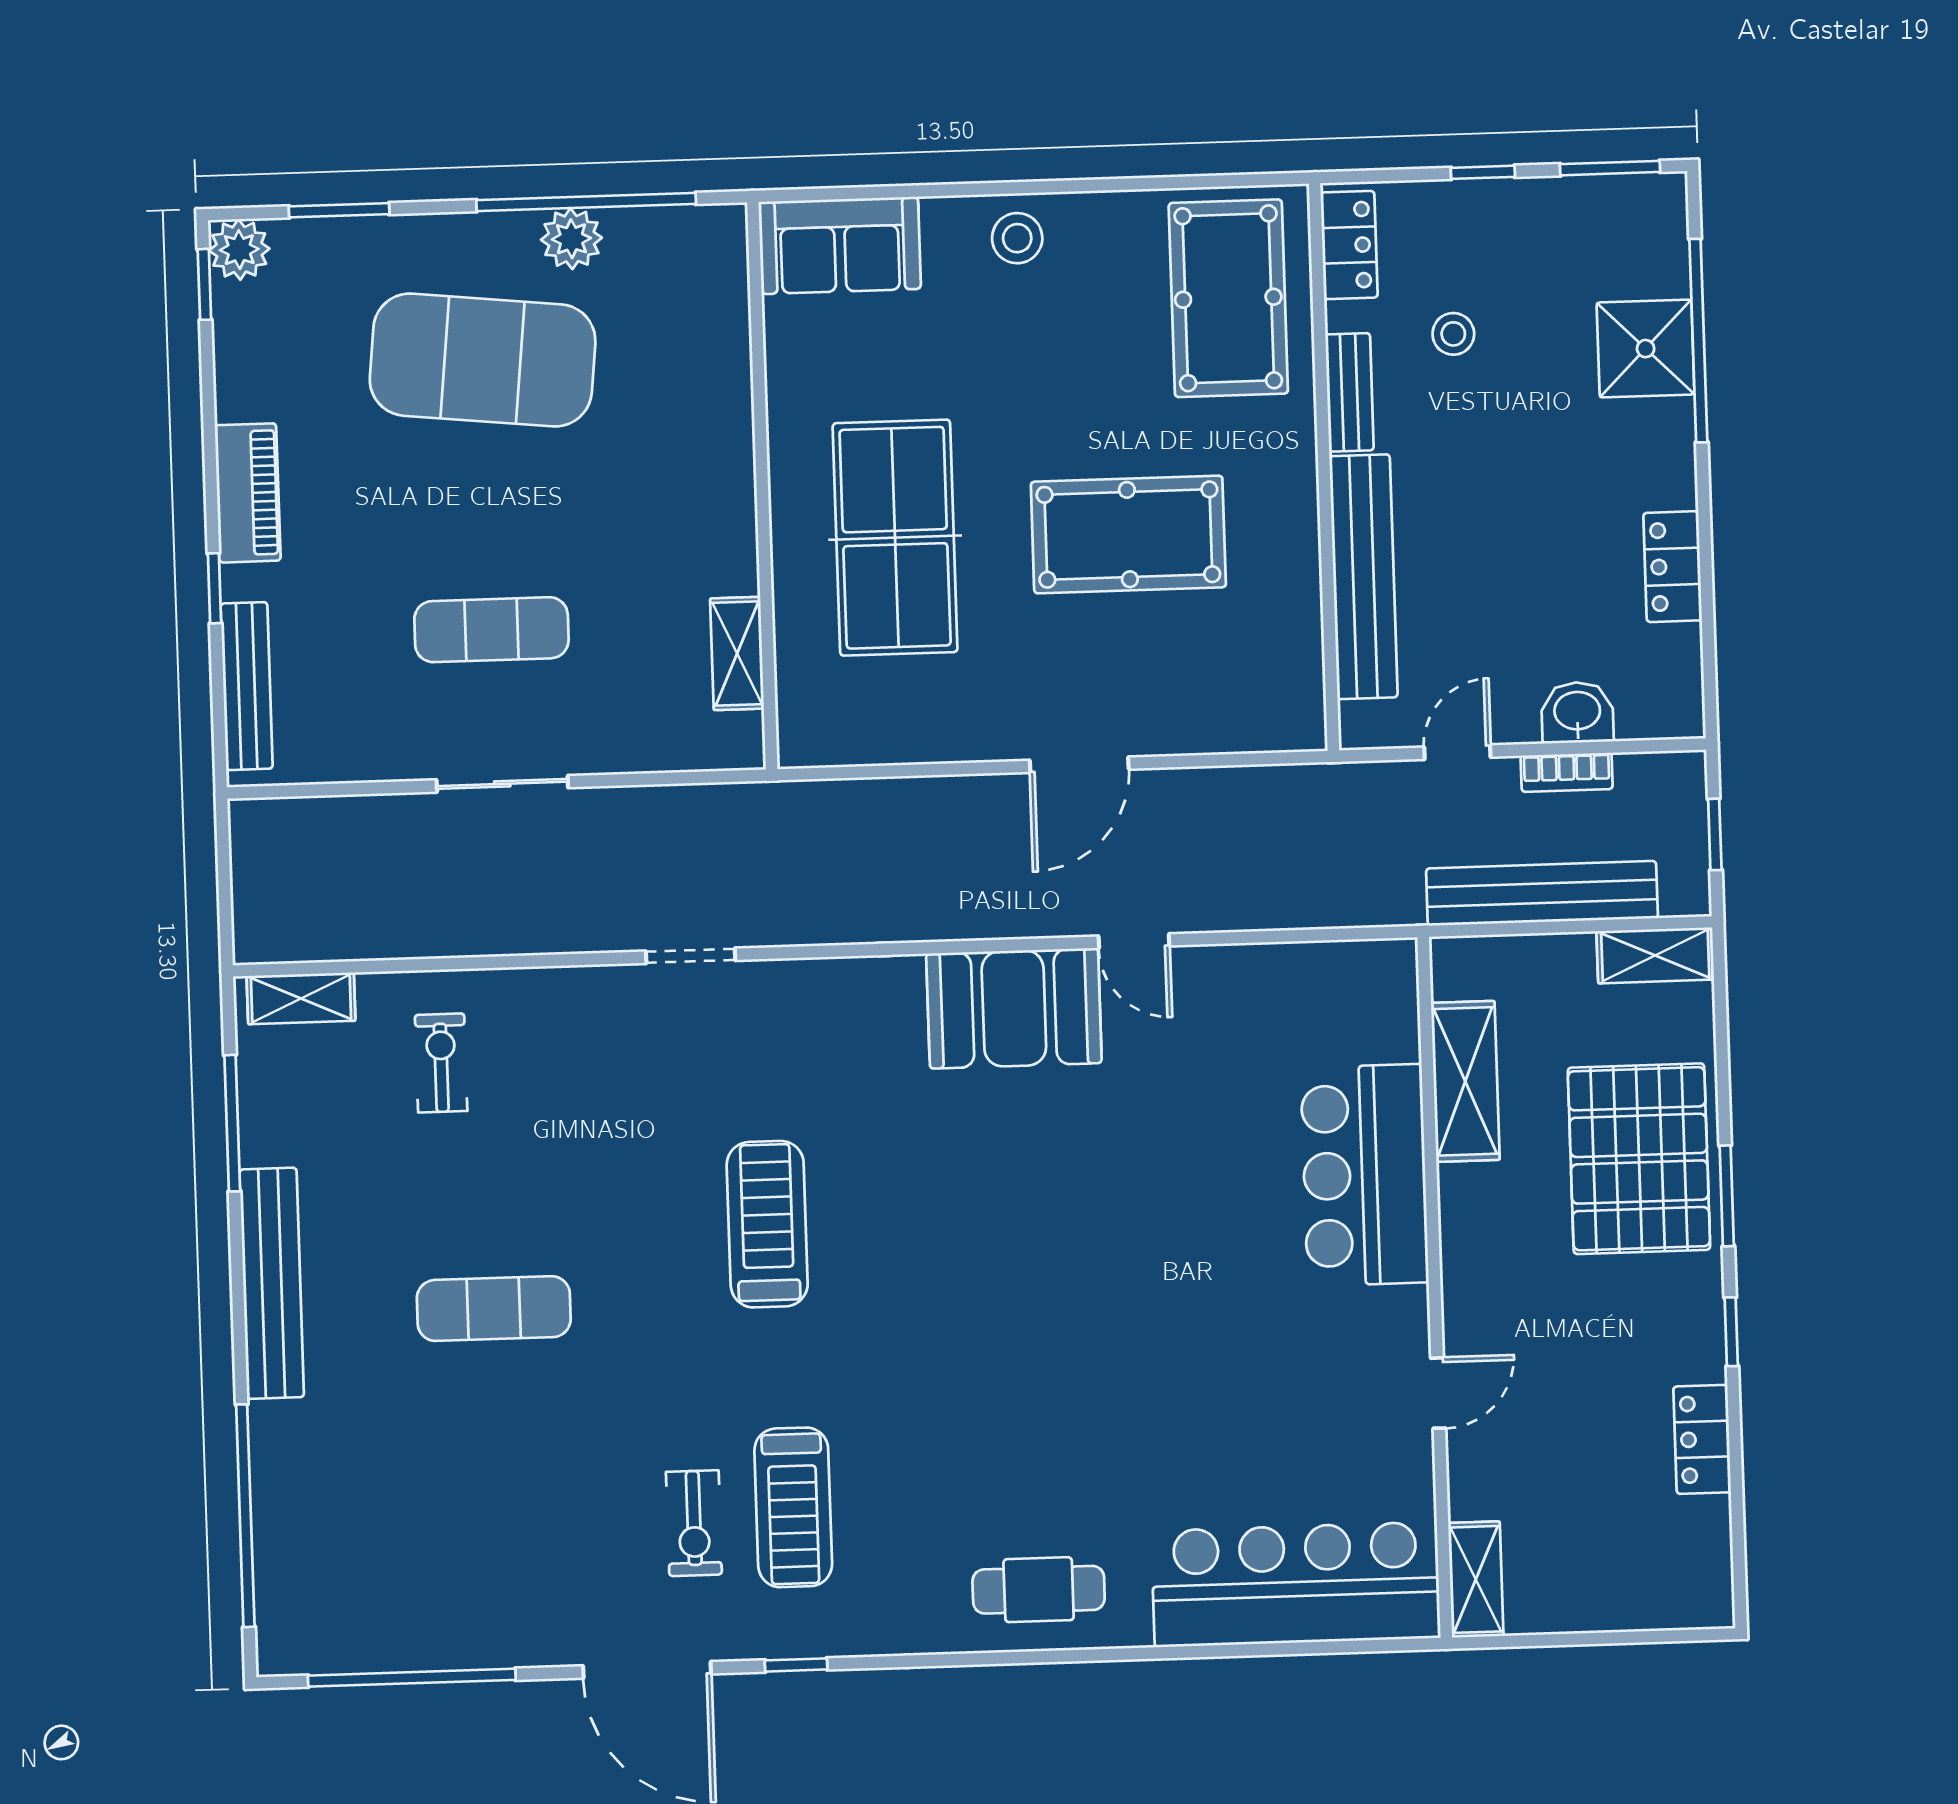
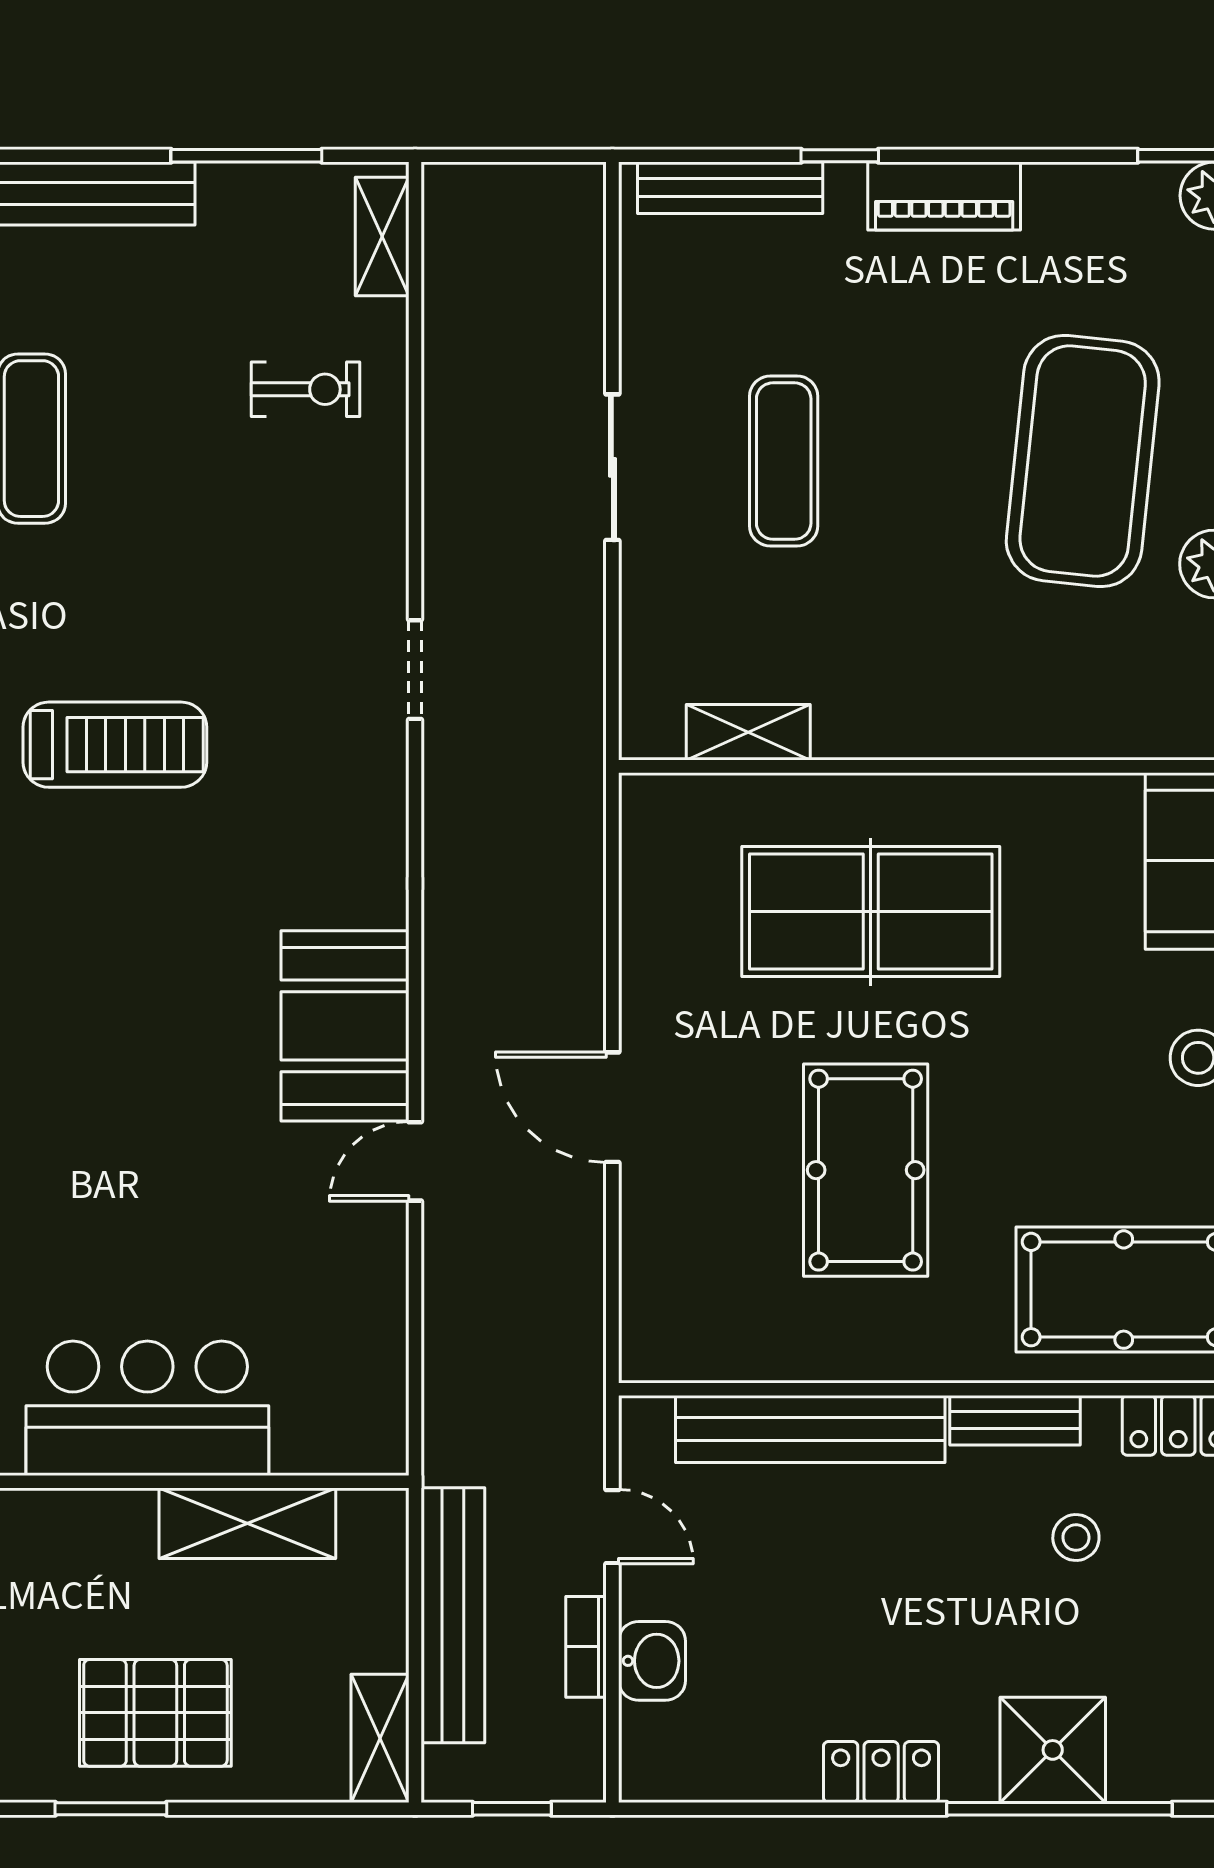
locker: (1673, 567) -> (881, 1772), moved
pallet: (1639, 1159) -> (155, 1713), width x0.73, depth x0.71

